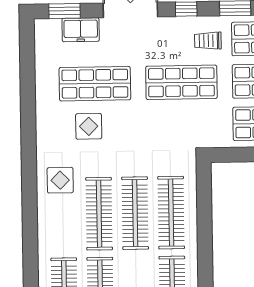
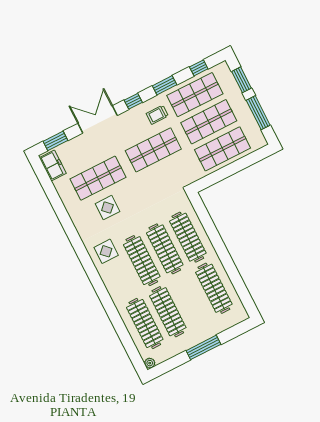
freezer: (81, 30) -> (53, 165), moved, turned -90

